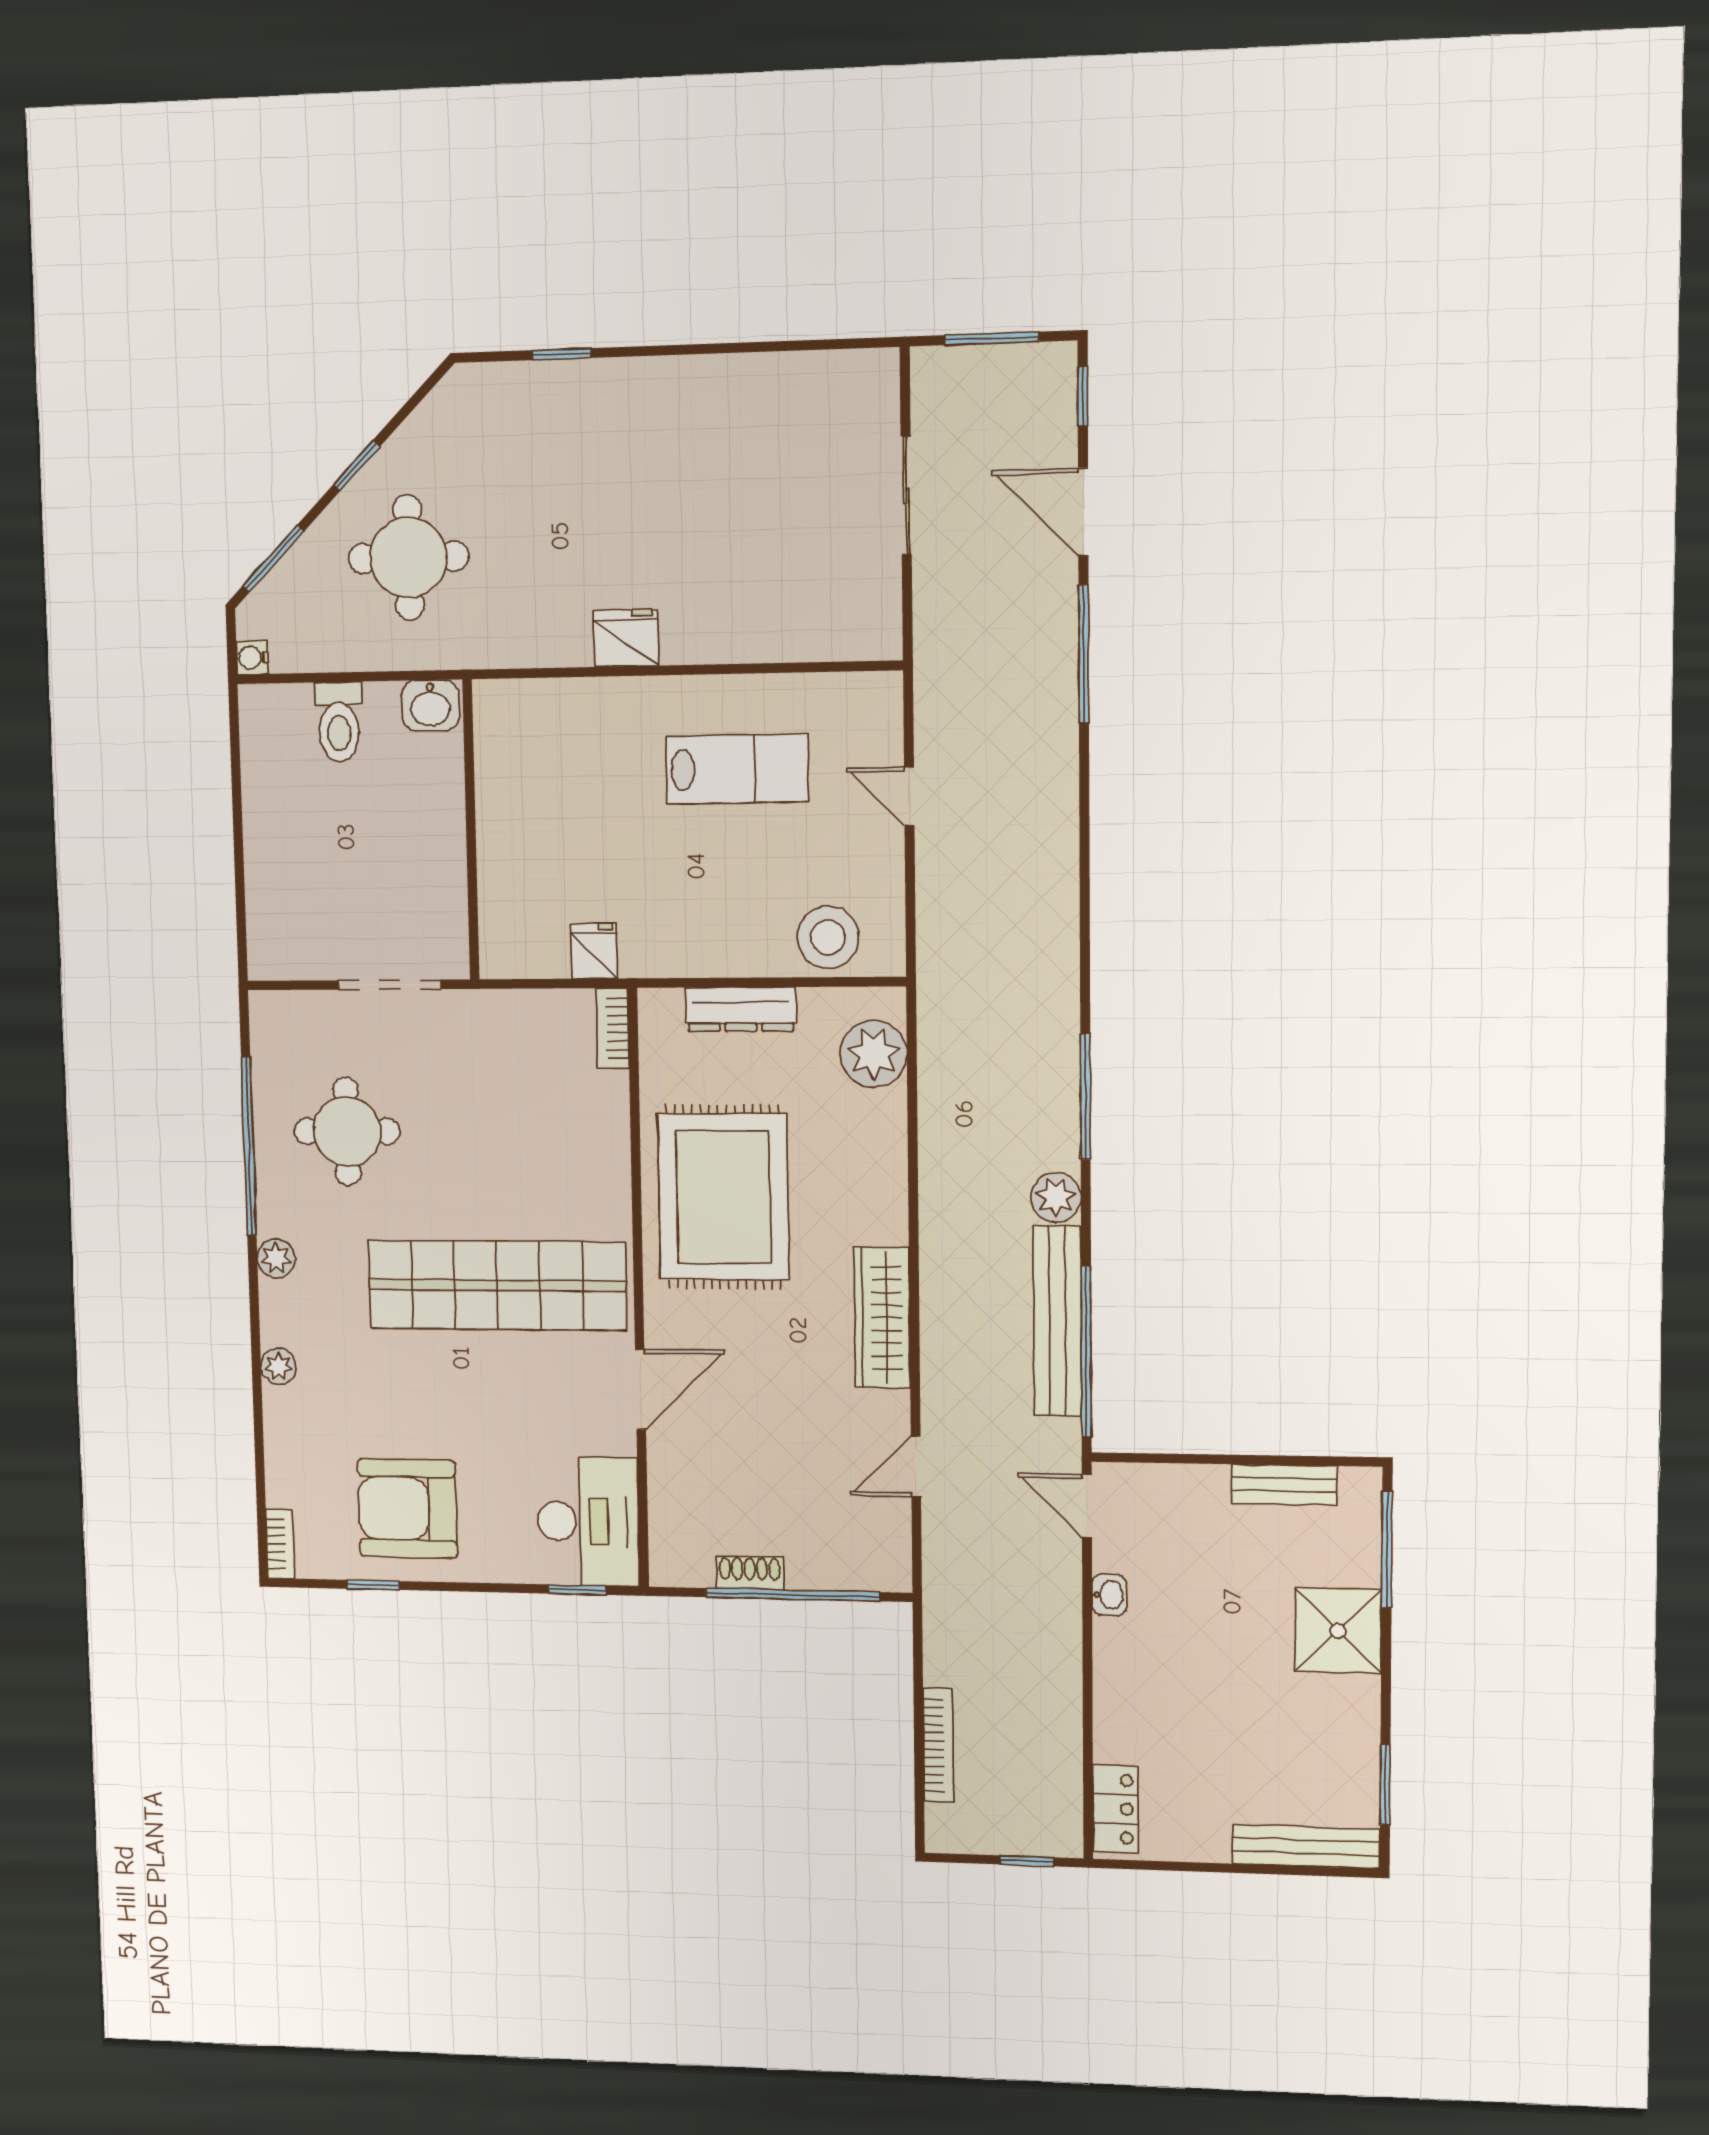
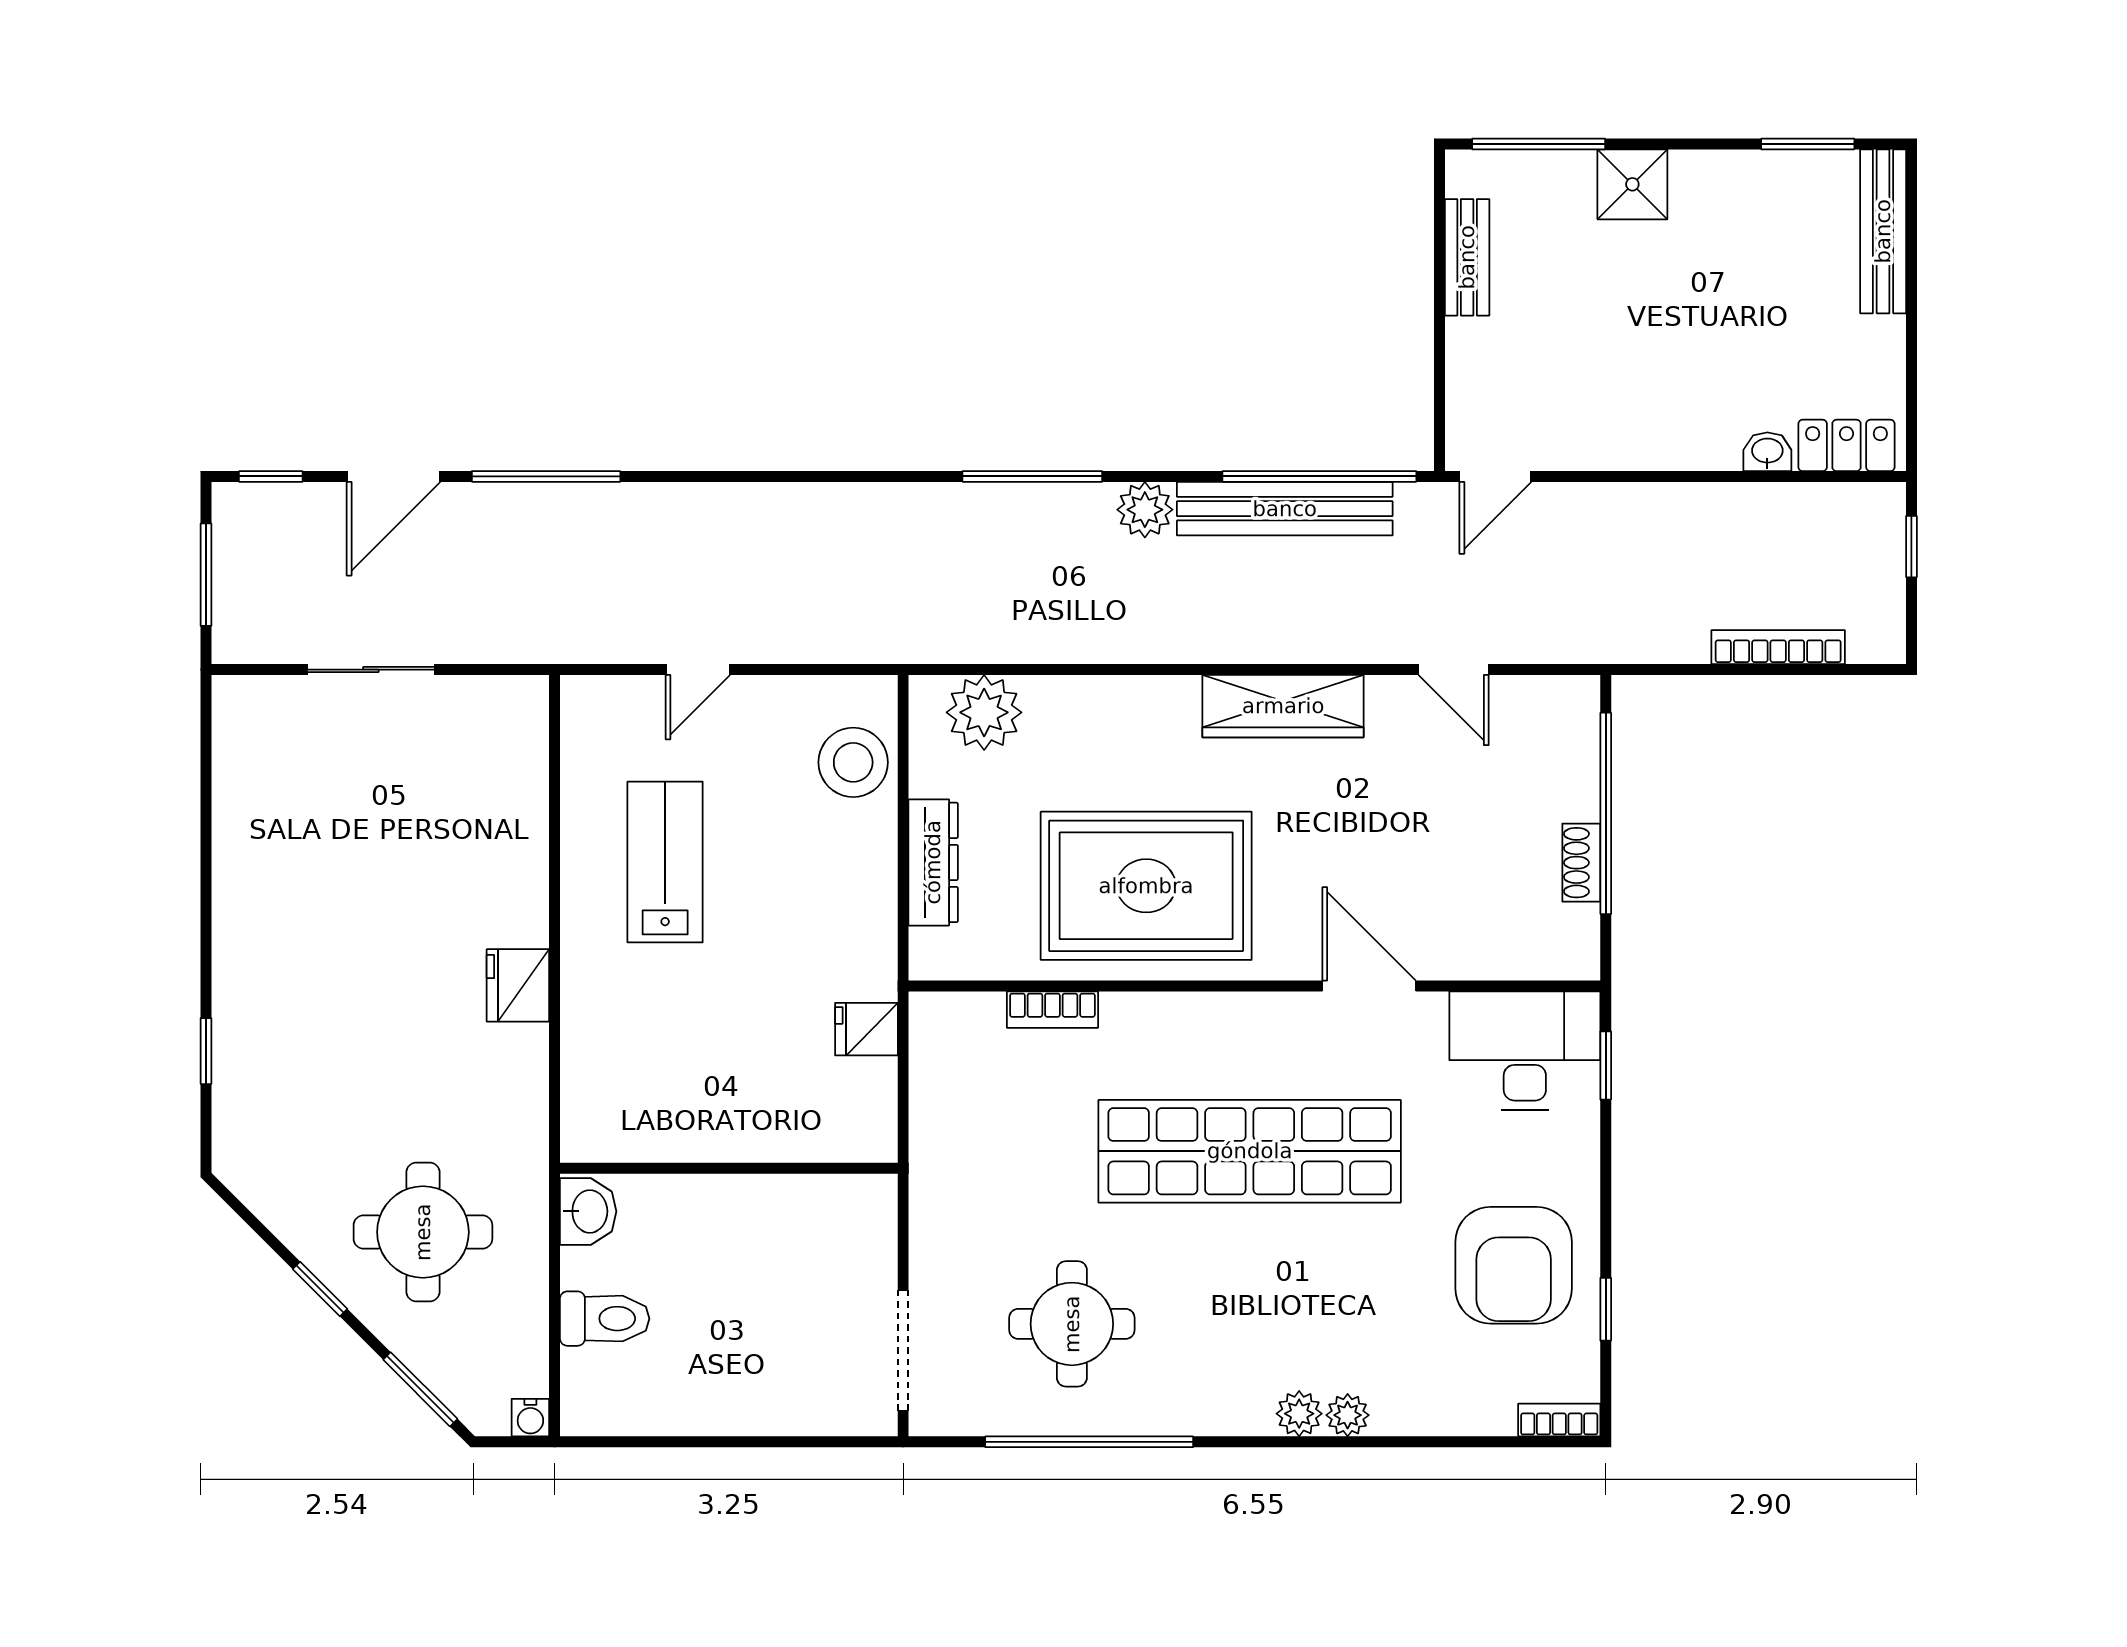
doorway: (390, 985) -> (903, 1351), moved
bookcase: (613, 1028) -> (1052, 1010), moved
plant: (276, 1258) -> (1299, 1414), moved
shop shelf: (497, 1285) -> (1250, 1151), turned 90
washbasin: (1109, 1595) -> (1767, 452), moved
shower: (1338, 1631) -> (1632, 184), width x0.73, depth x0.73

